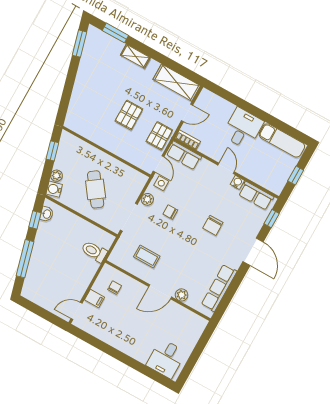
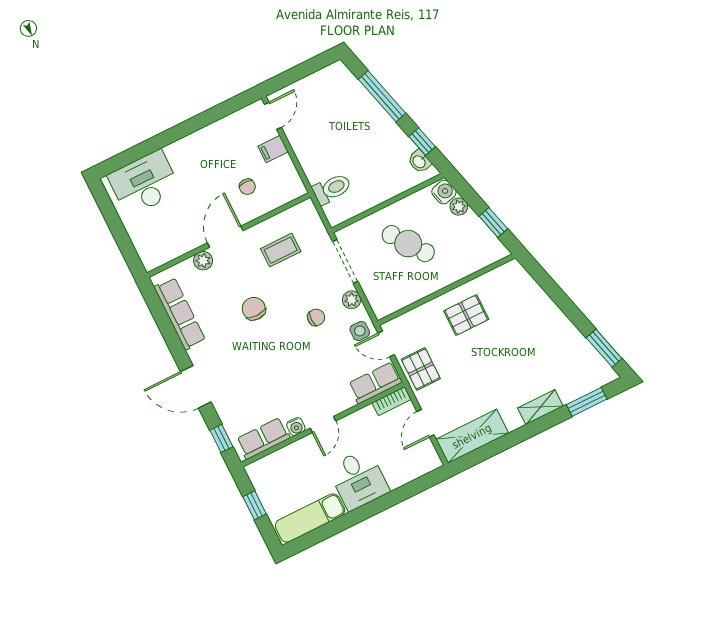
pallet: (129, 115) -> (466, 315), moved, turned 90
door: (226, 168) -> (323, 424), hinge flipped
chair: (213, 225) -> (254, 309), moved
chair: (115, 288) -> (247, 187), moved
desk: (166, 359) -> (144, 183), width x1.37

